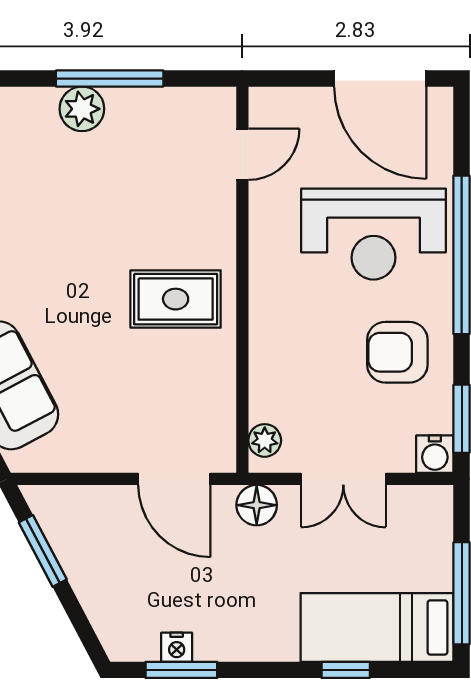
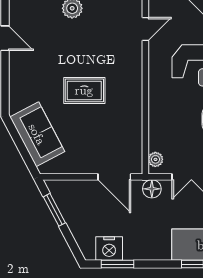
rug: (176, 299) -> (84, 90), moved
nightstand: (177, 647) -> (109, 248), width x1.89, depth x1.79

